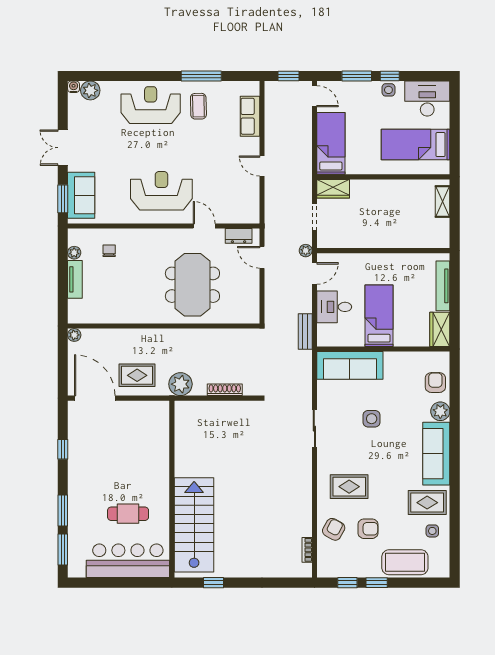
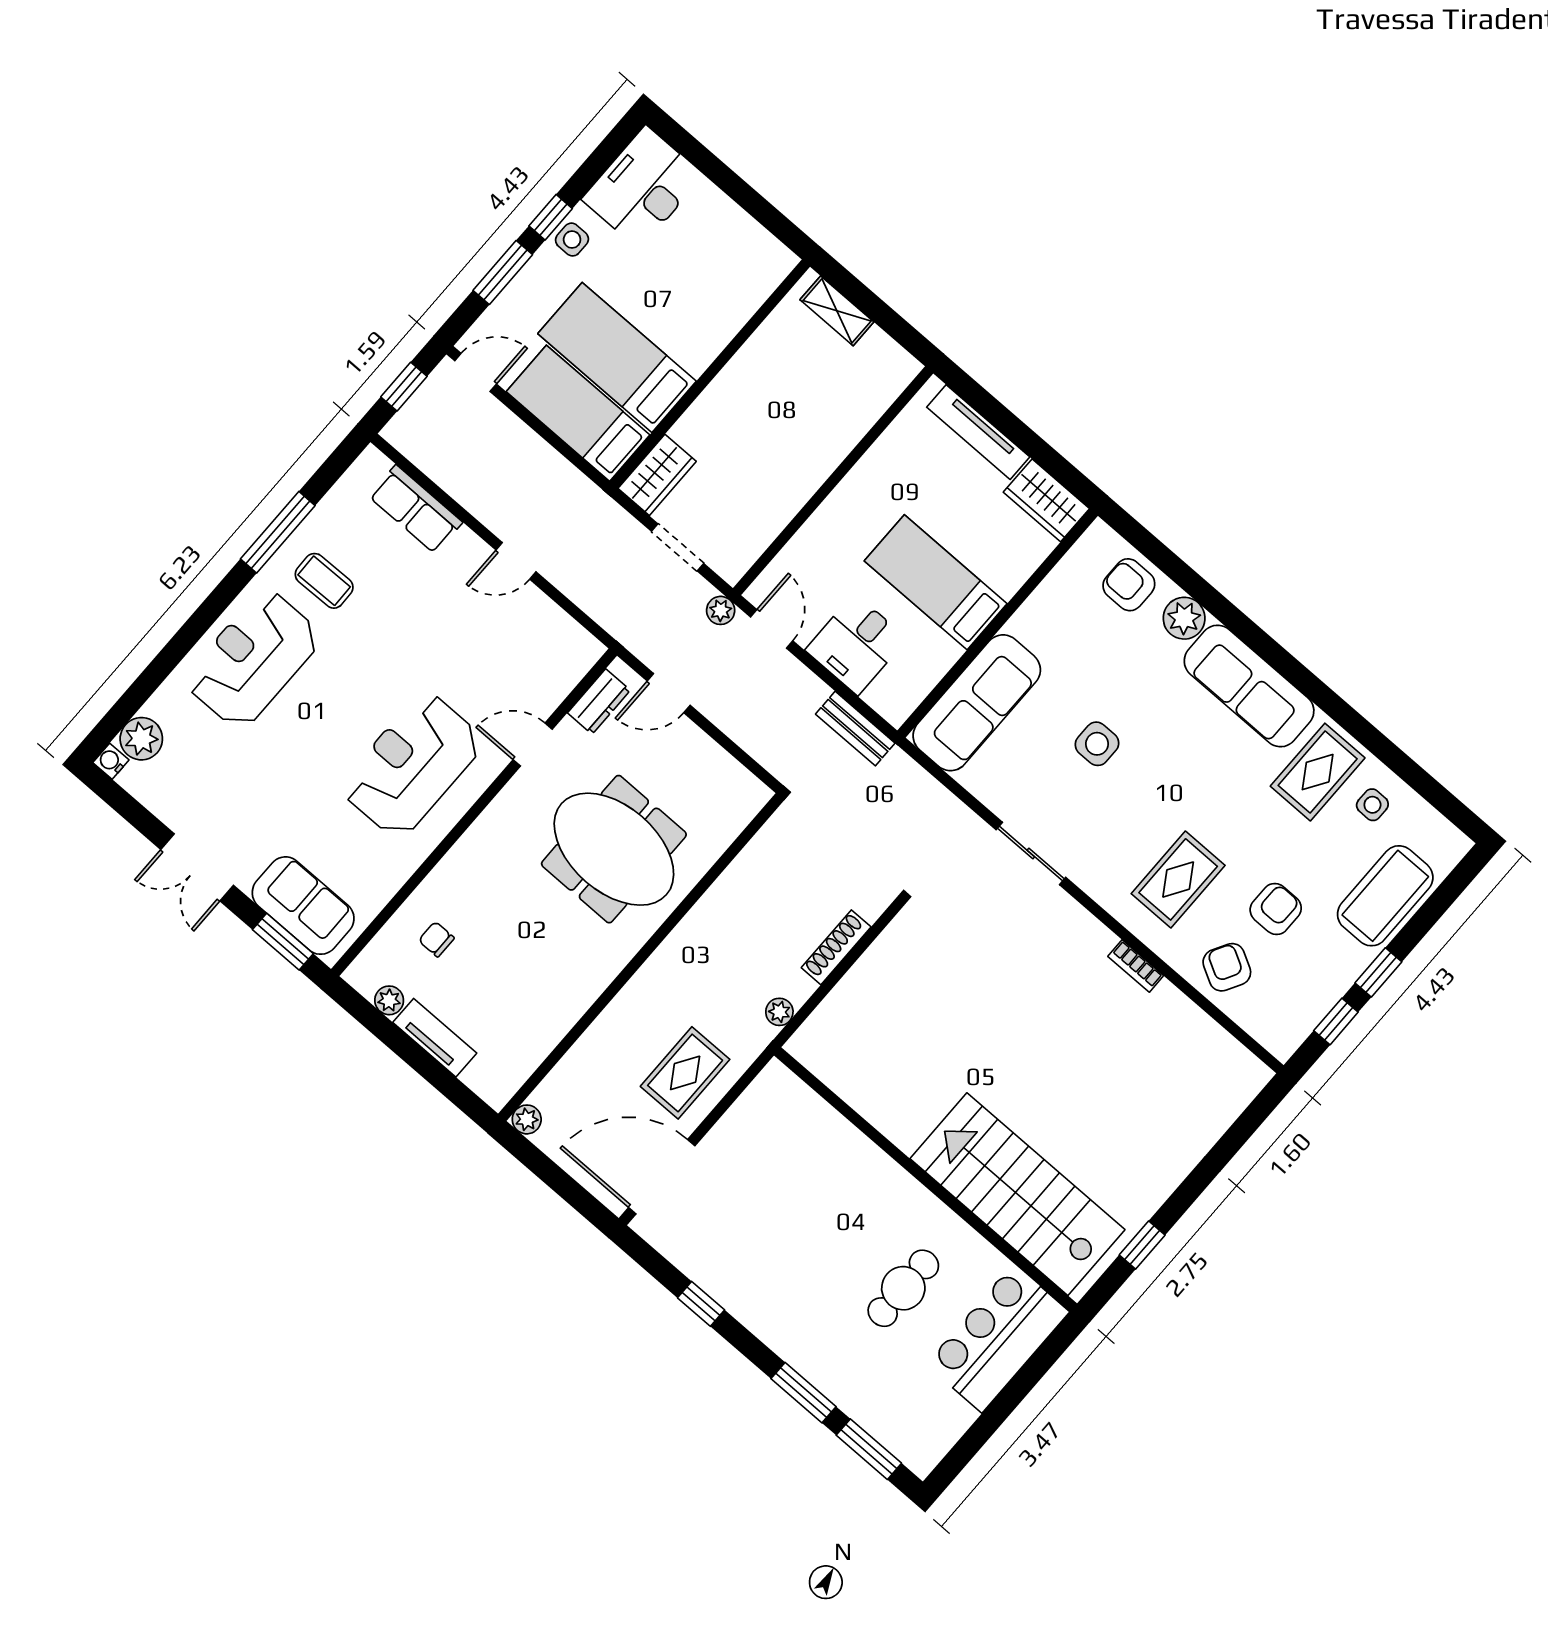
bed: (416, 145) -> (617, 357), moved, turned 90
plant: (180, 384) -> (779, 1012), width x0.53, depth x0.53
bookcase: (307, 550) -> (1136, 966), moved
bar counter: (128, 561) -> (998, 1338), width x0.73

